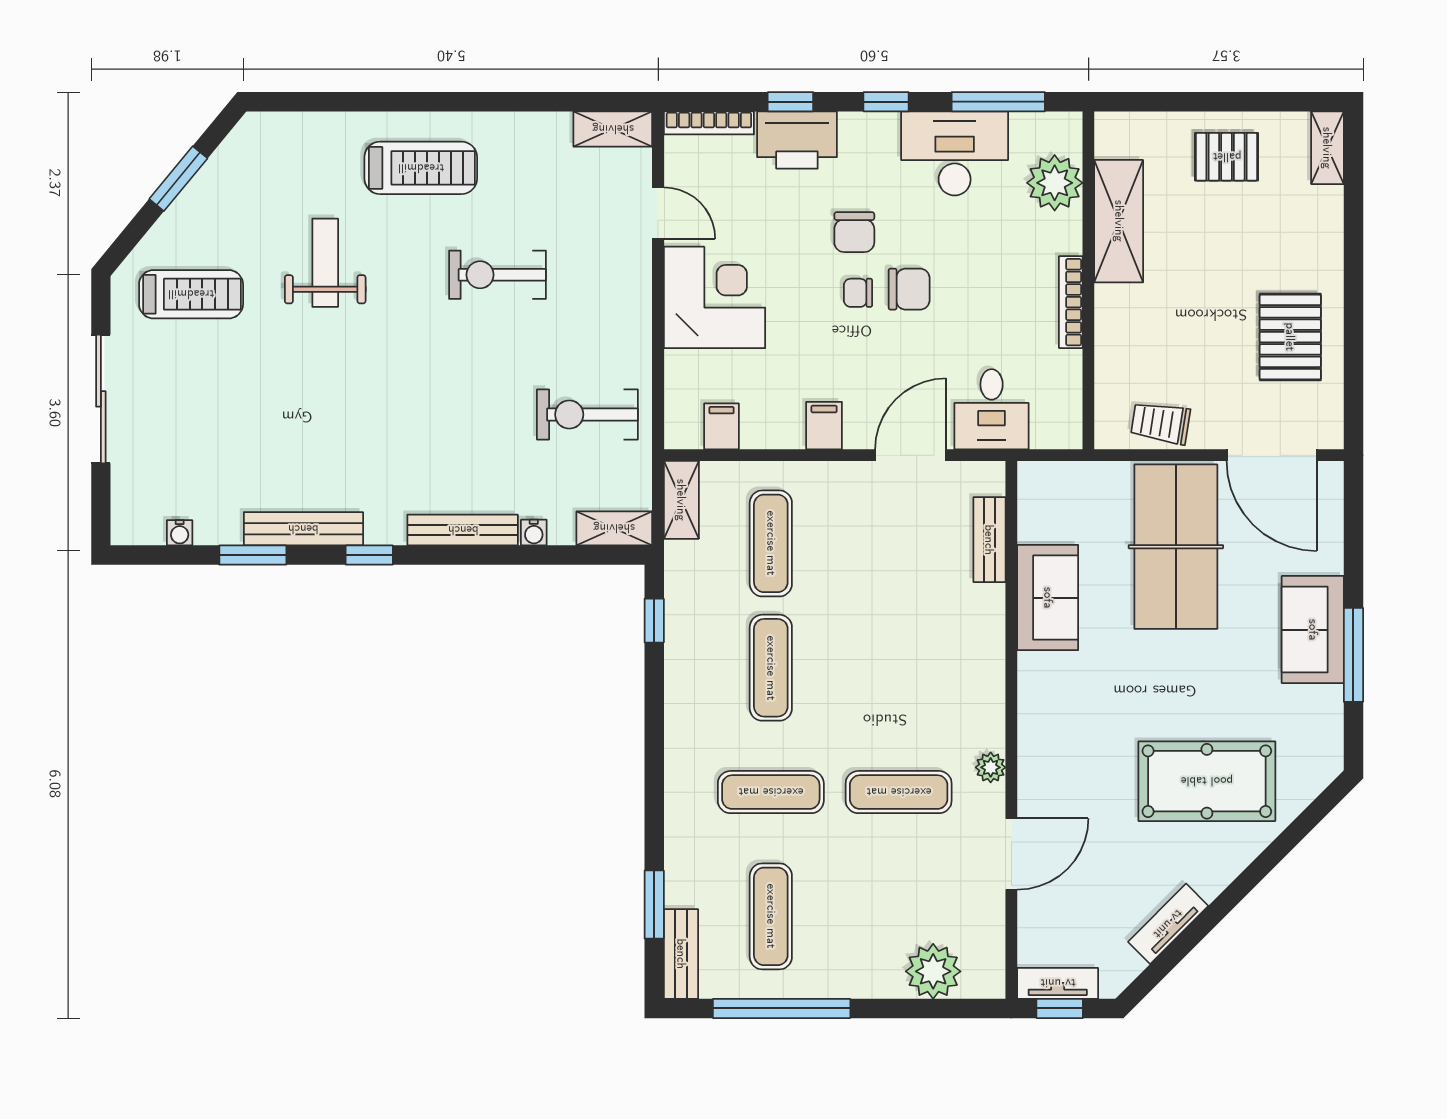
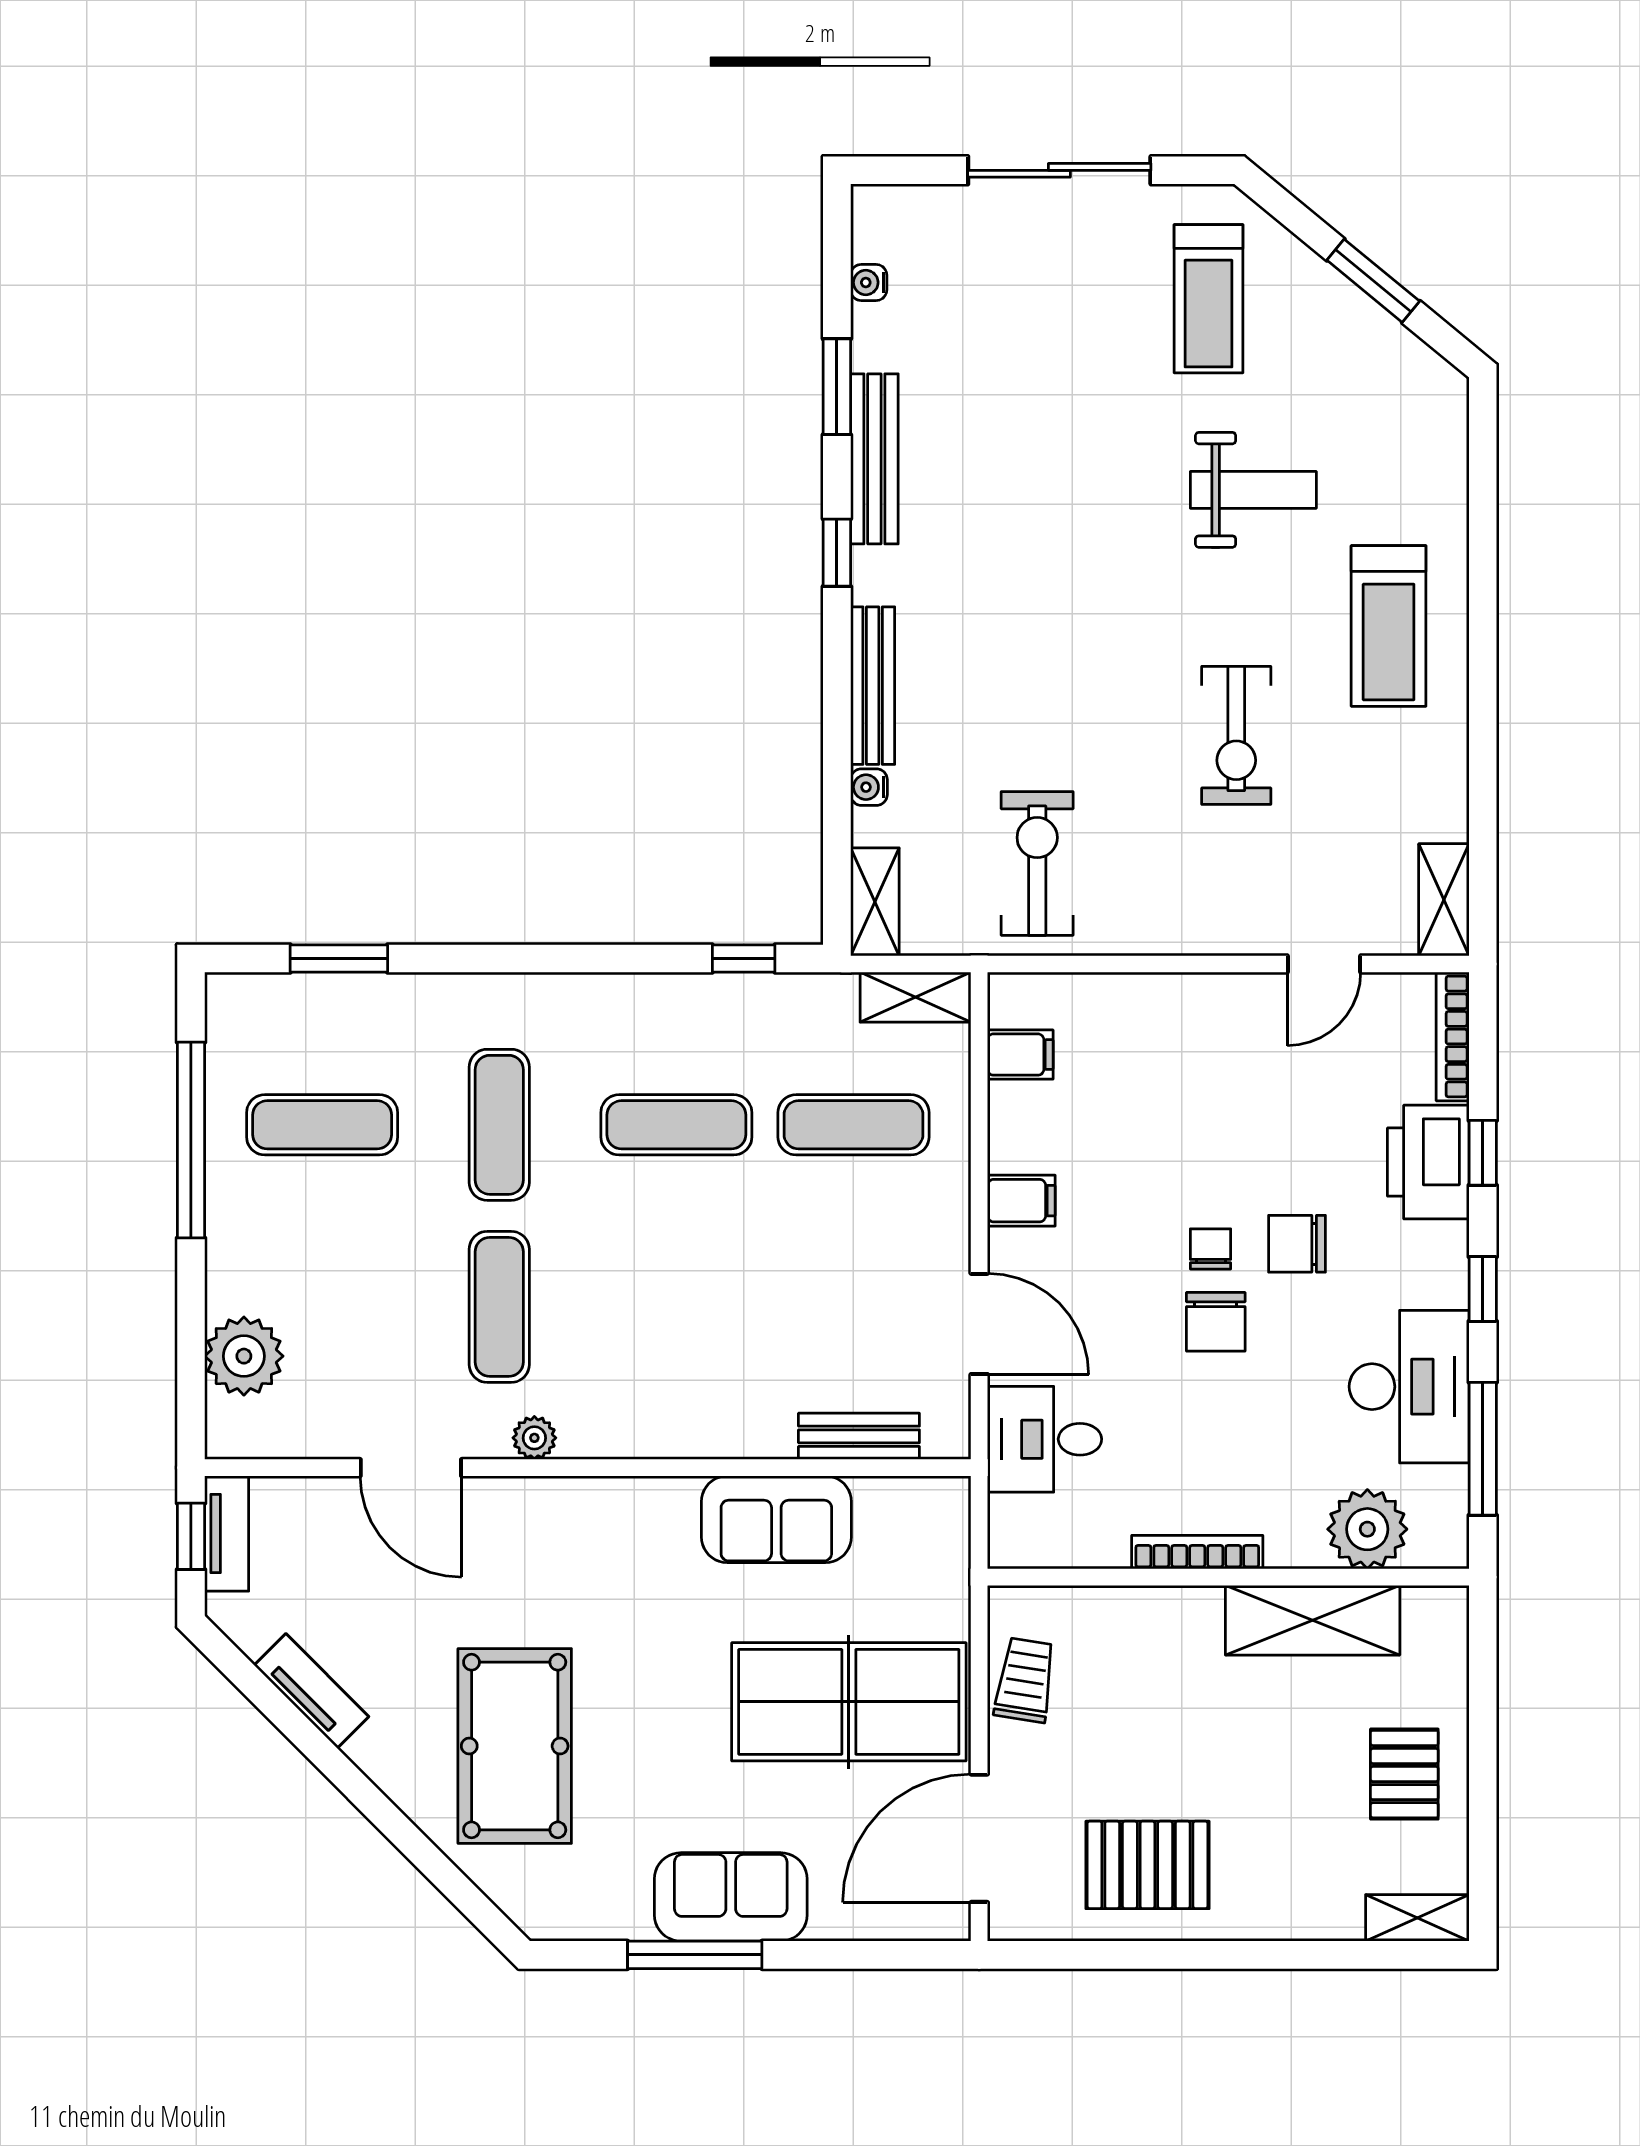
exercise bike: (498, 275) -> (1236, 735), turned 180
corner desk: (714, 297) -> (1204, 1045), removed
bench: (681, 954) -> (269, 997), removed

